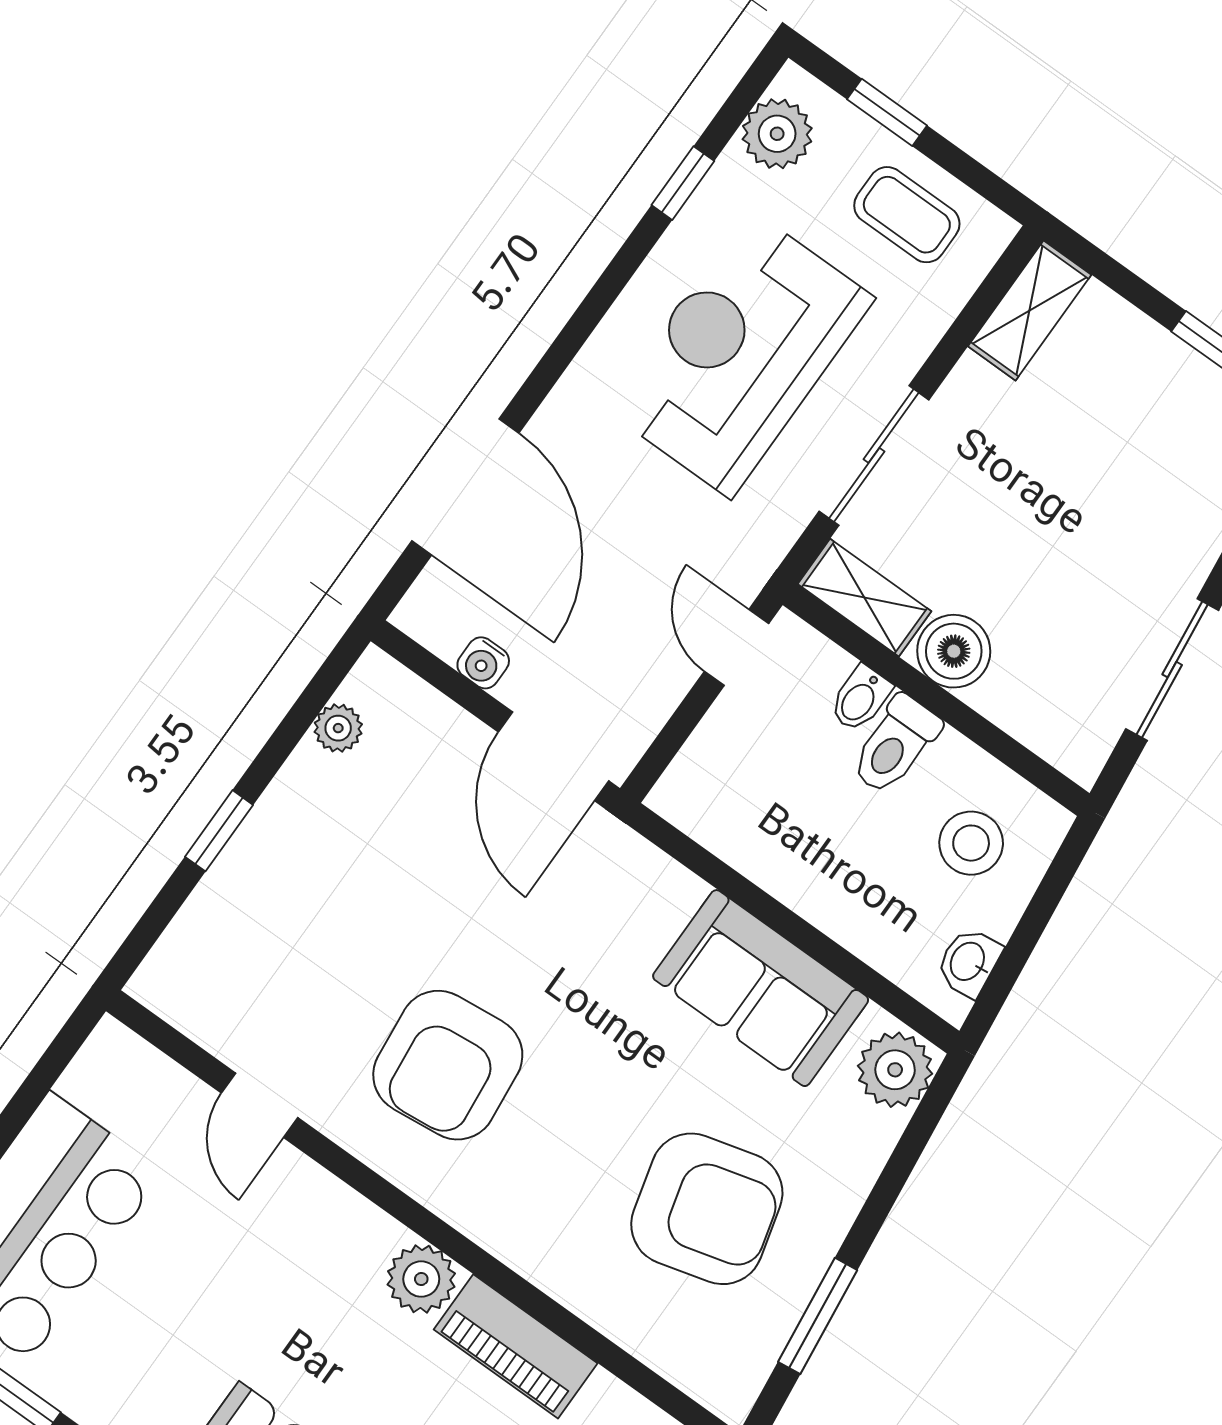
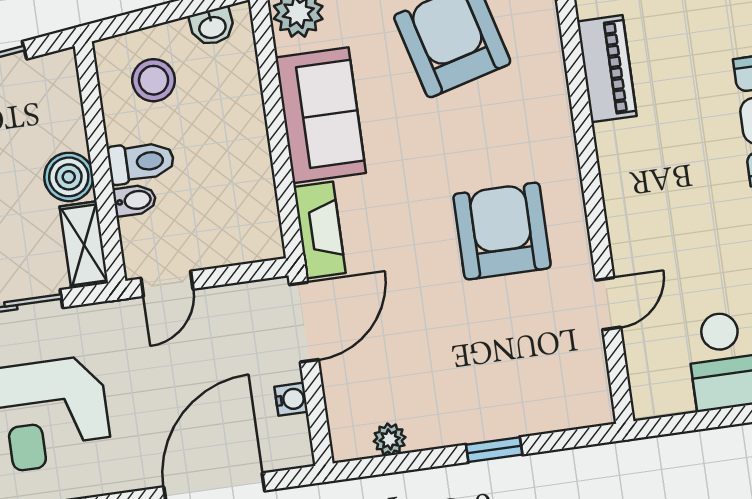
fireplace: (637, 868) -> (320, 230), added
armchair: (448, 1065) -> (502, 231), turned -84
plant: (421, 1279) -> (618, 145), removed

